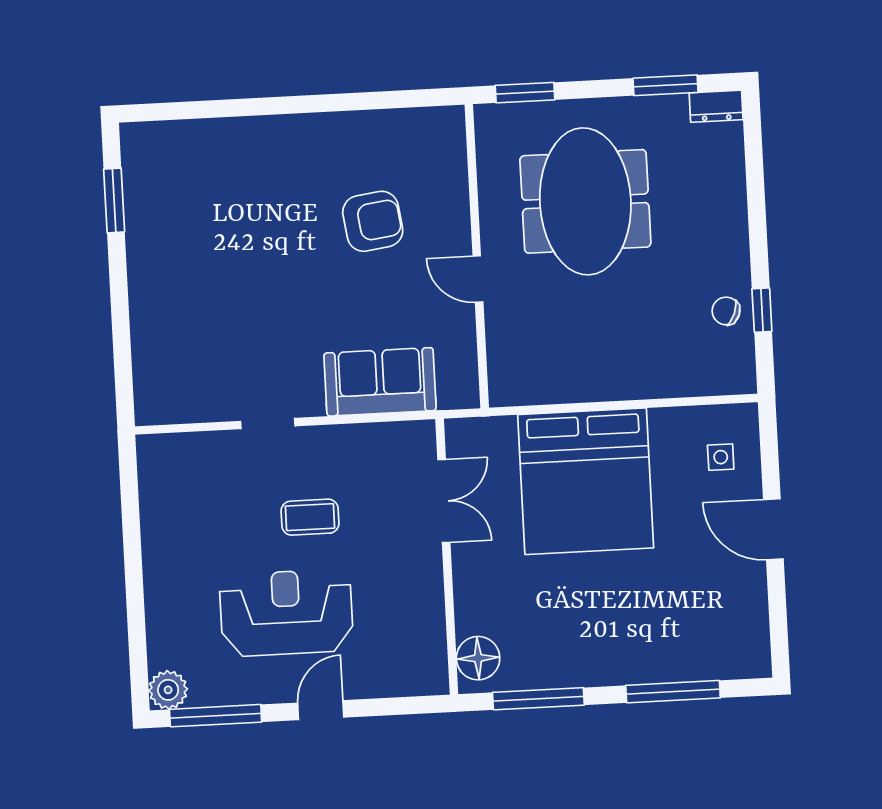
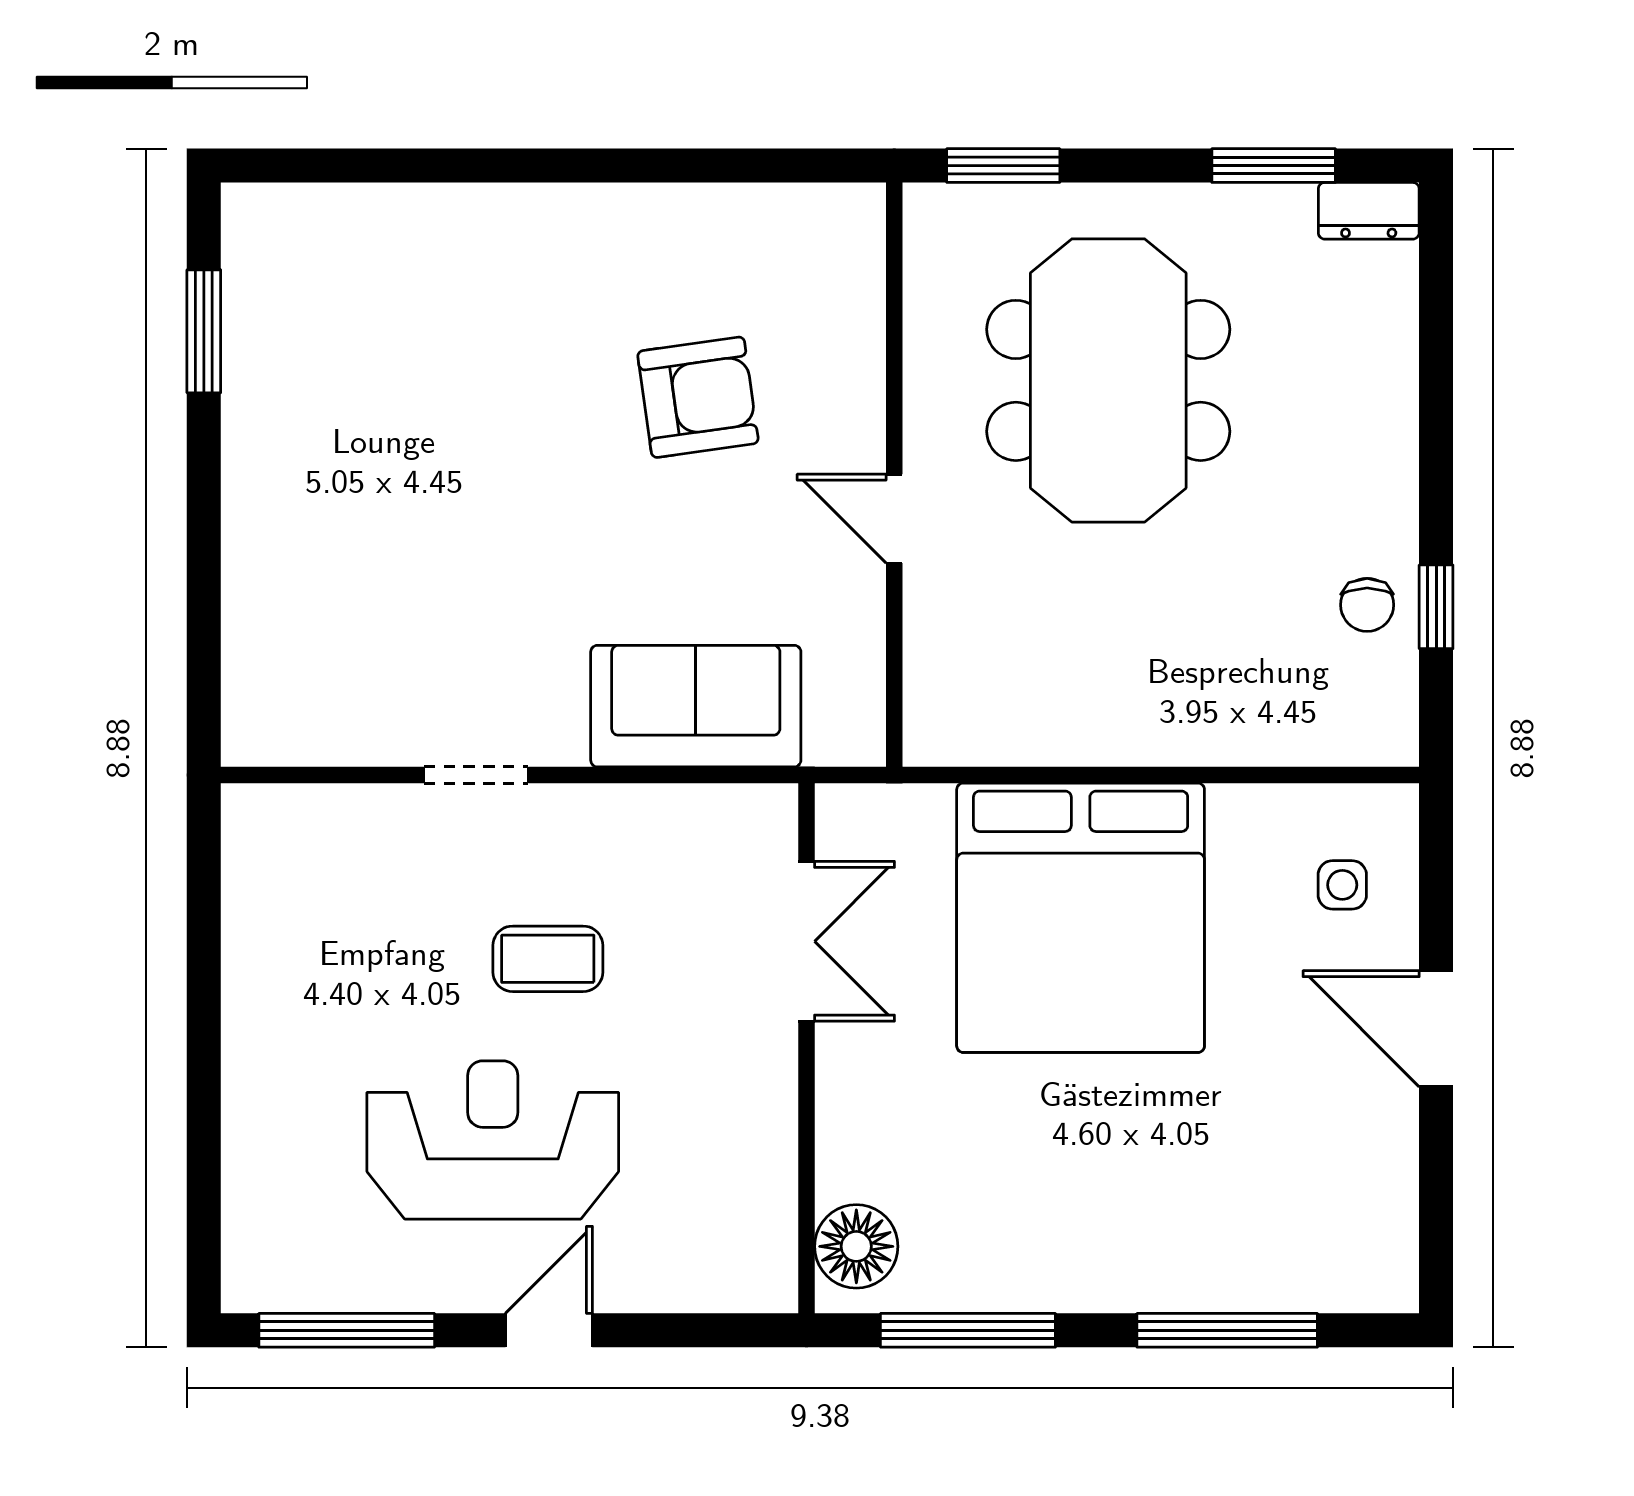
chair: (726, 311) -> (1367, 605), turned -111
plant: (168, 690) -> (258, 1276), removed

